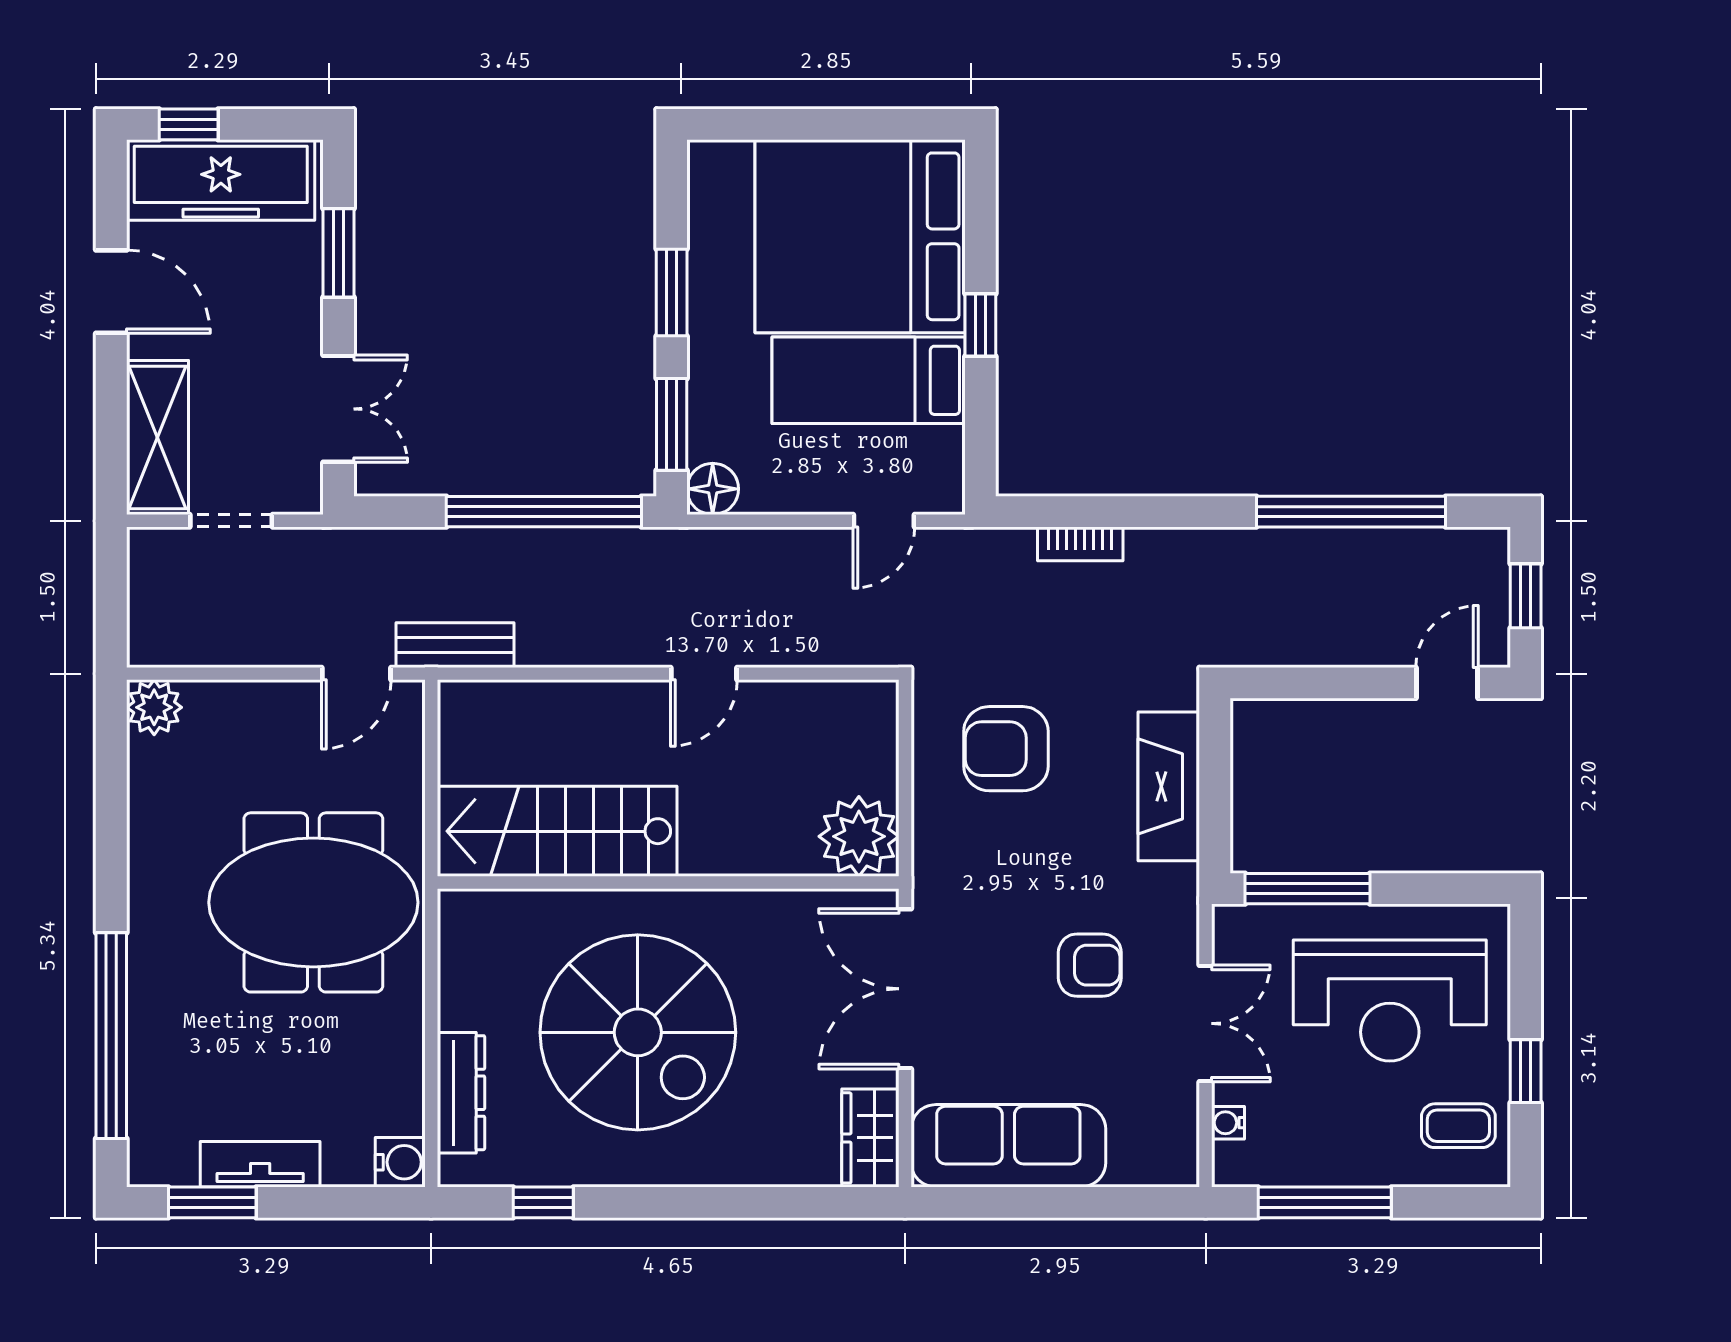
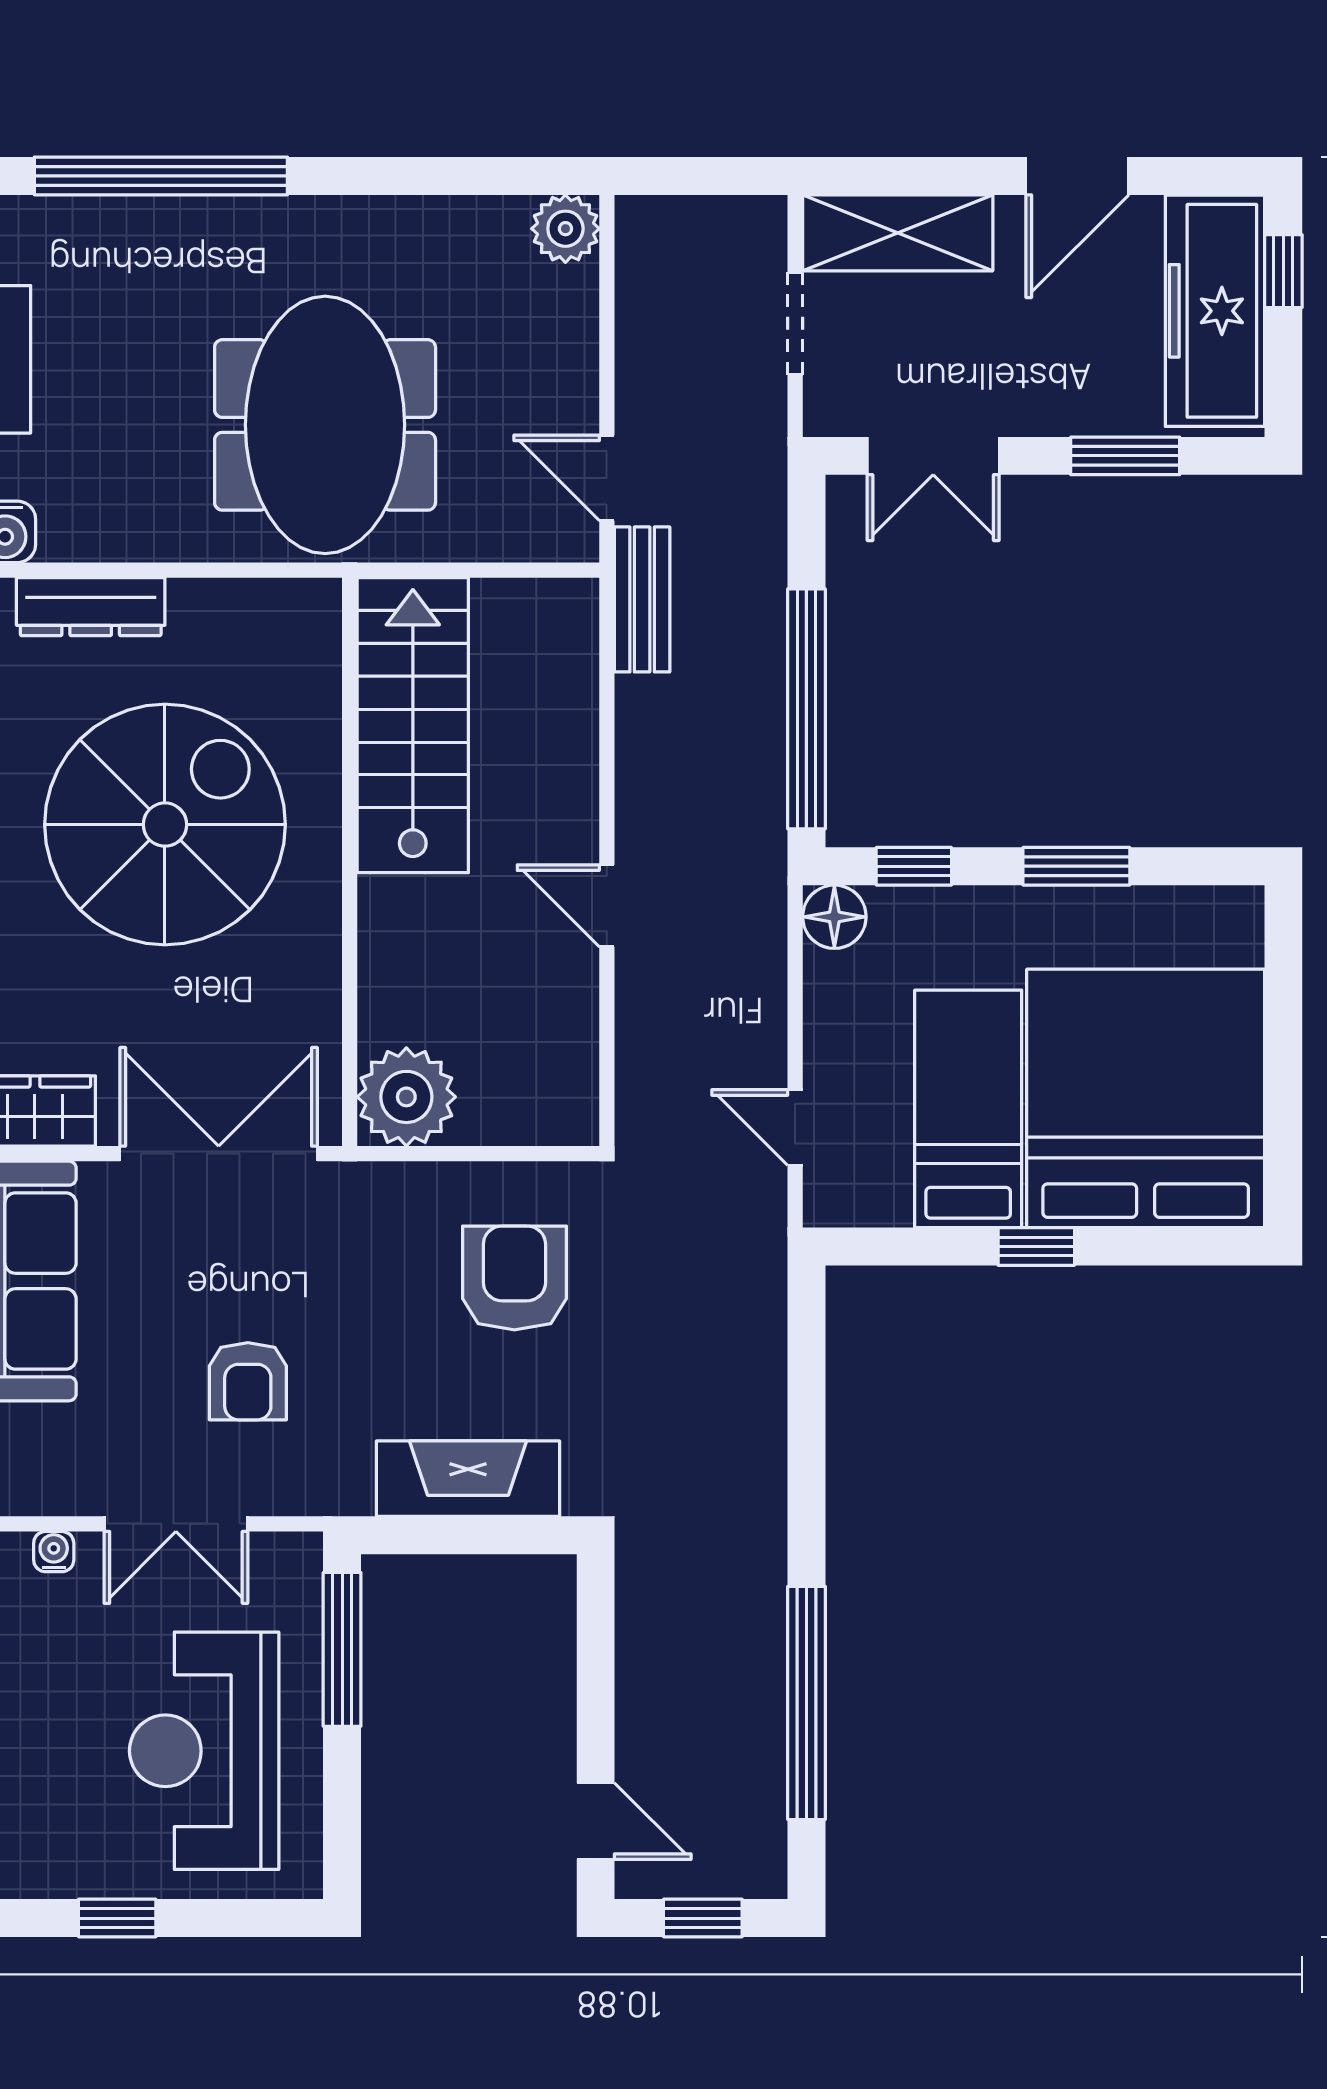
window: (672, 424) -> (914, 866), width x0.67
bookcase: (1080, 544) -> (767, 1370), removed
spiral stairs: (638, 1032) -> (165, 825), turned 180
coffee table: (1458, 1126) -> (50, 1835), removed

